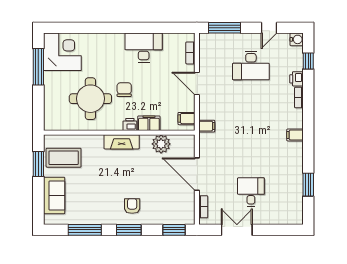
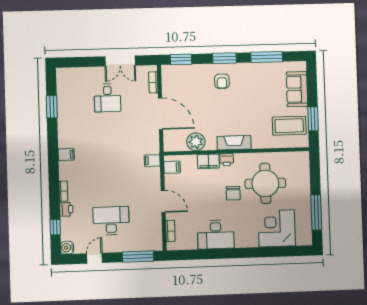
corner desk: (62, 52) -> (277, 228), moved, turned 90

